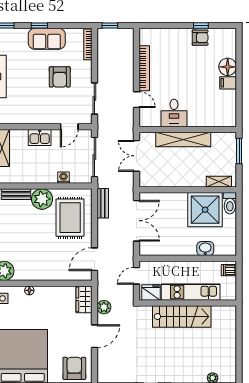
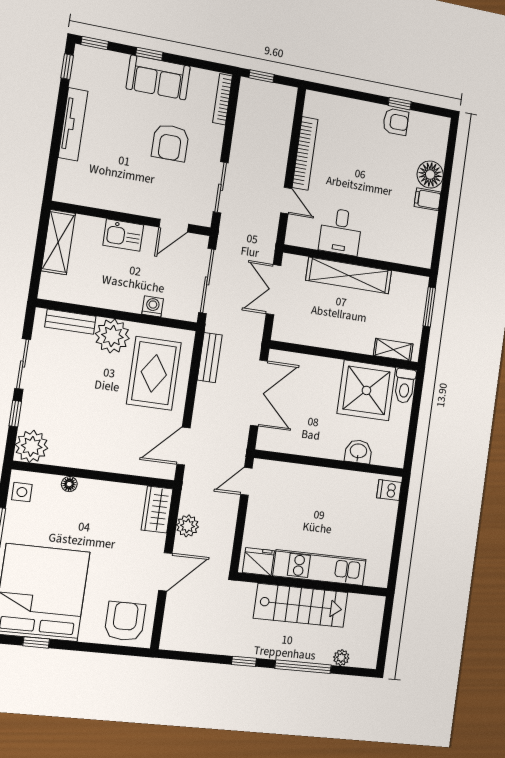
fridge: (151, 292) -> (258, 562), moved
kitchen unit: (191, 292) -> (320, 568), moved
wall: (188, 303) -> (313, 585), moved
stairs: (182, 316) -> (301, 605), moved

